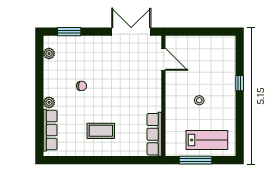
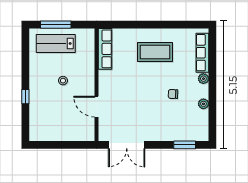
plant: (49, 54) -> (203, 104), moved
door: (163, 59) -> (97, 107), moved
coffee table: (101, 131) -> (155, 52), width x1.36, depth x1.32
window: (196, 160) -> (56, 25), moved

